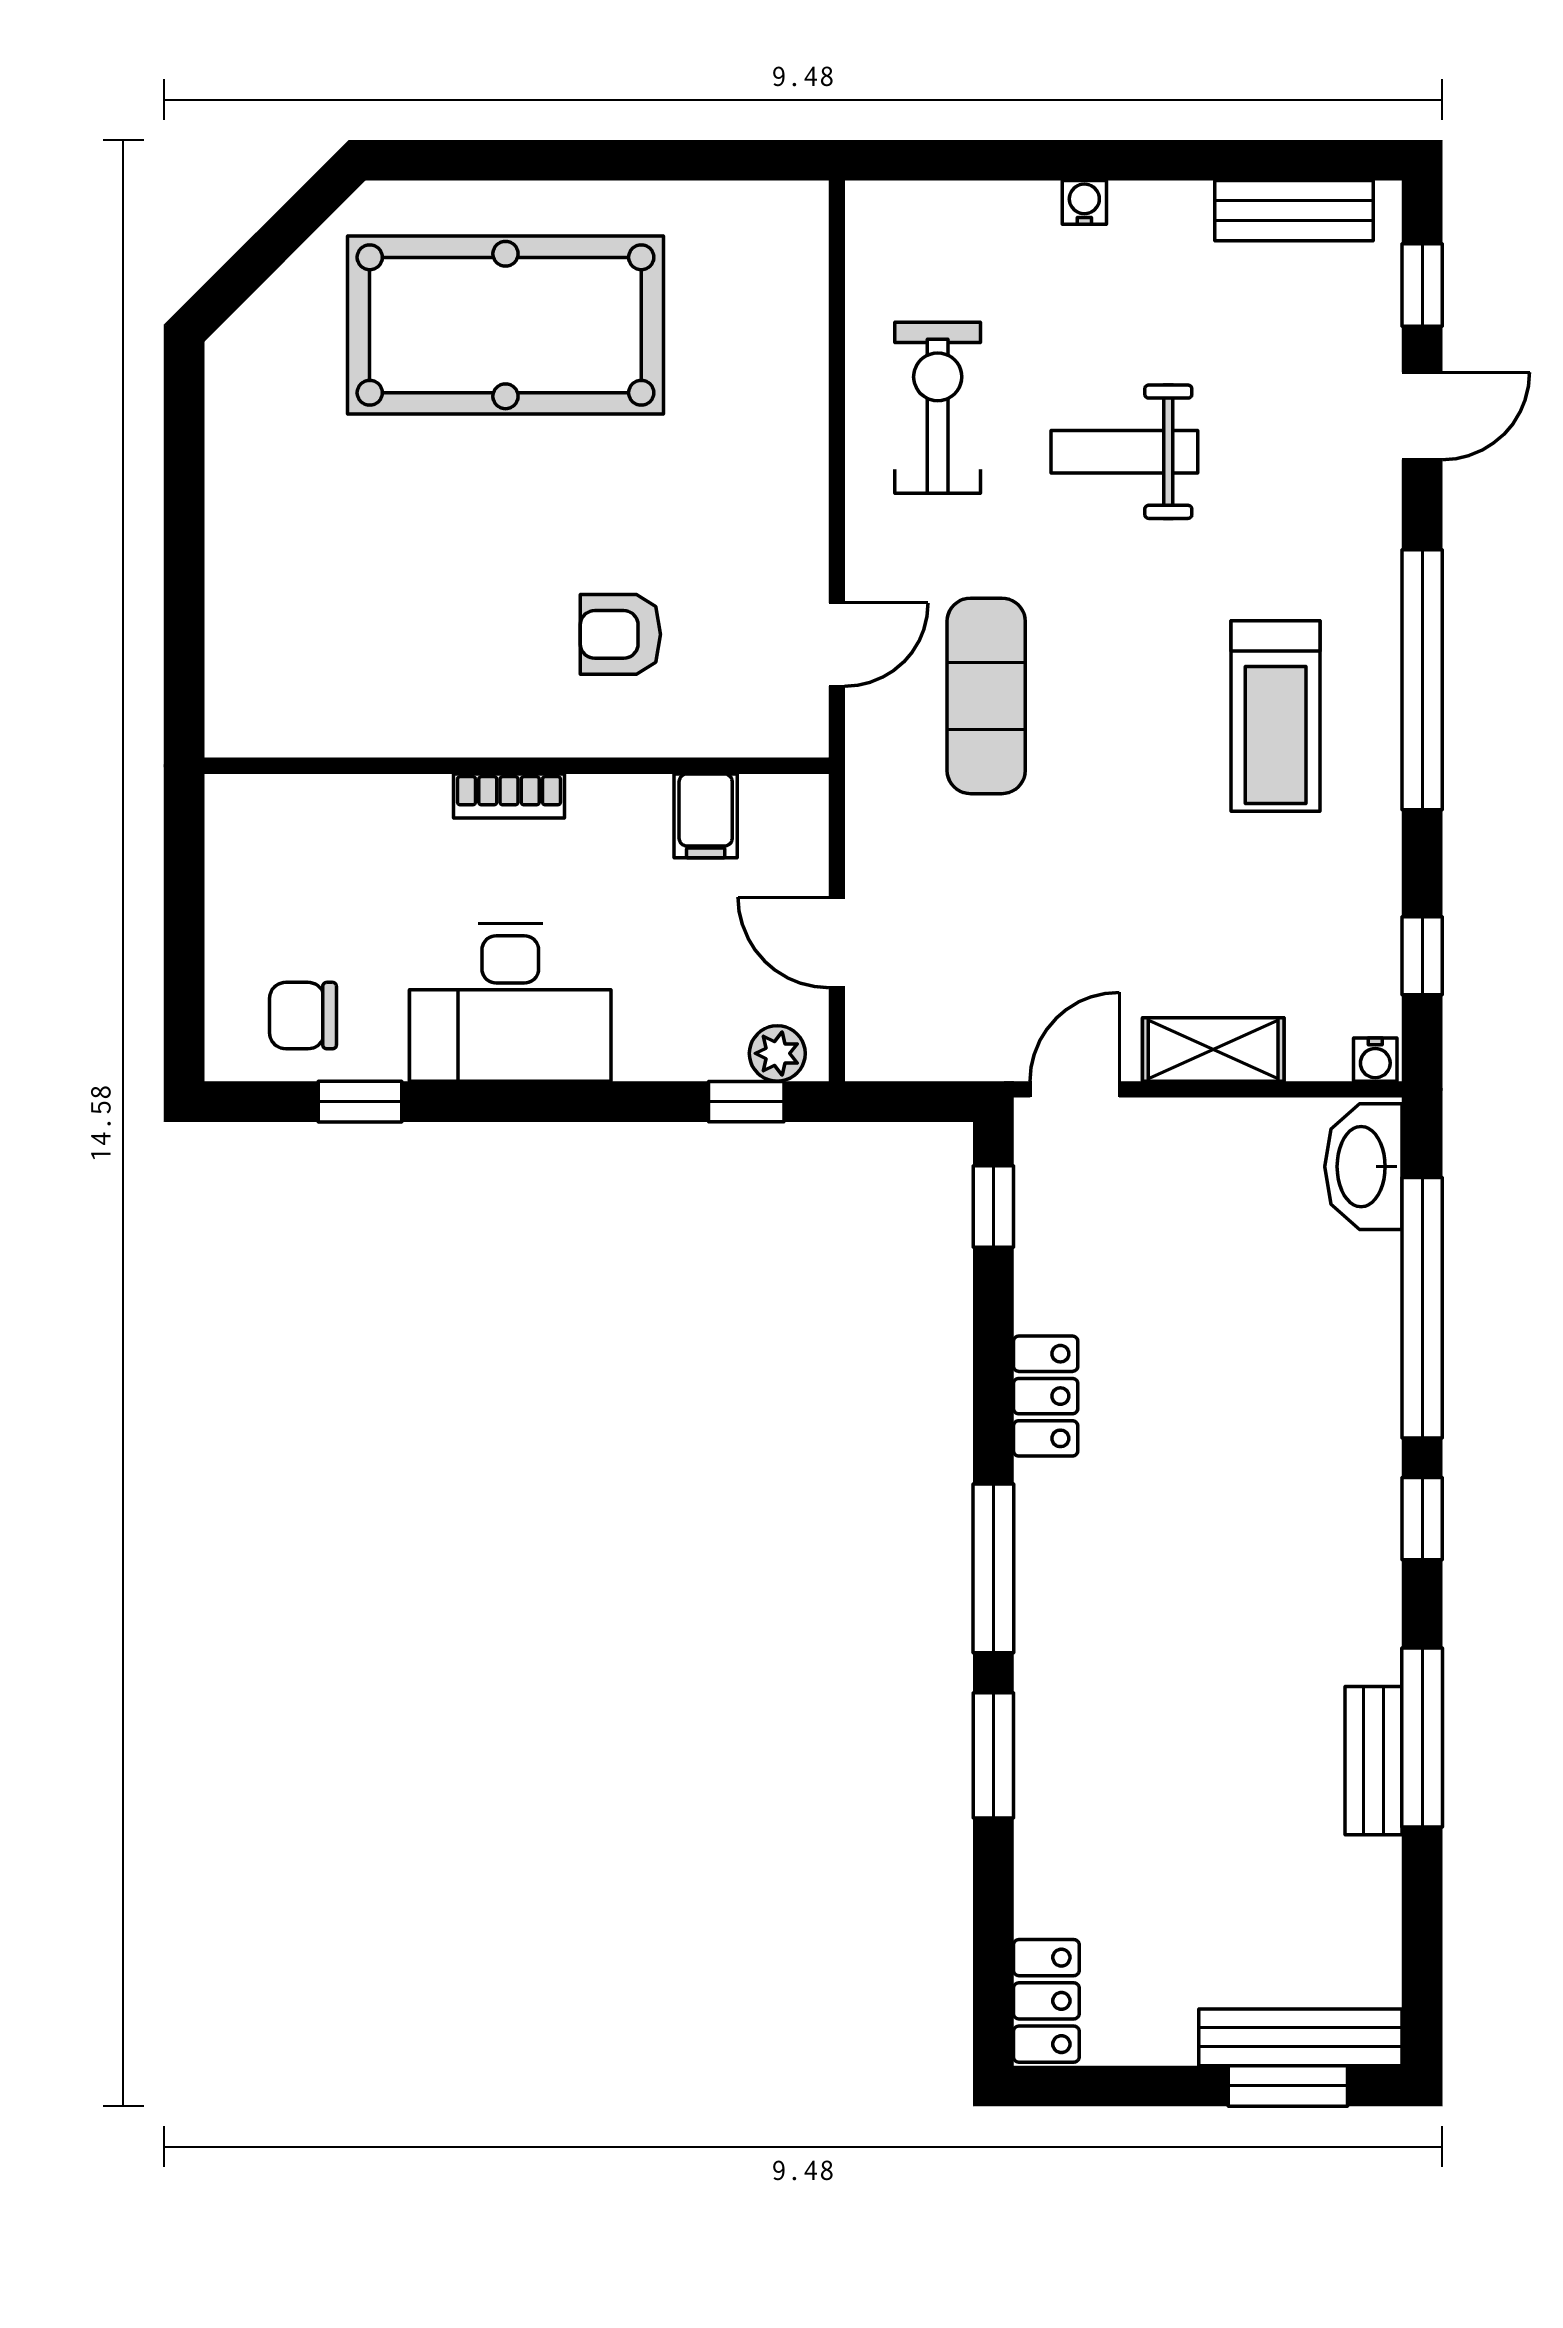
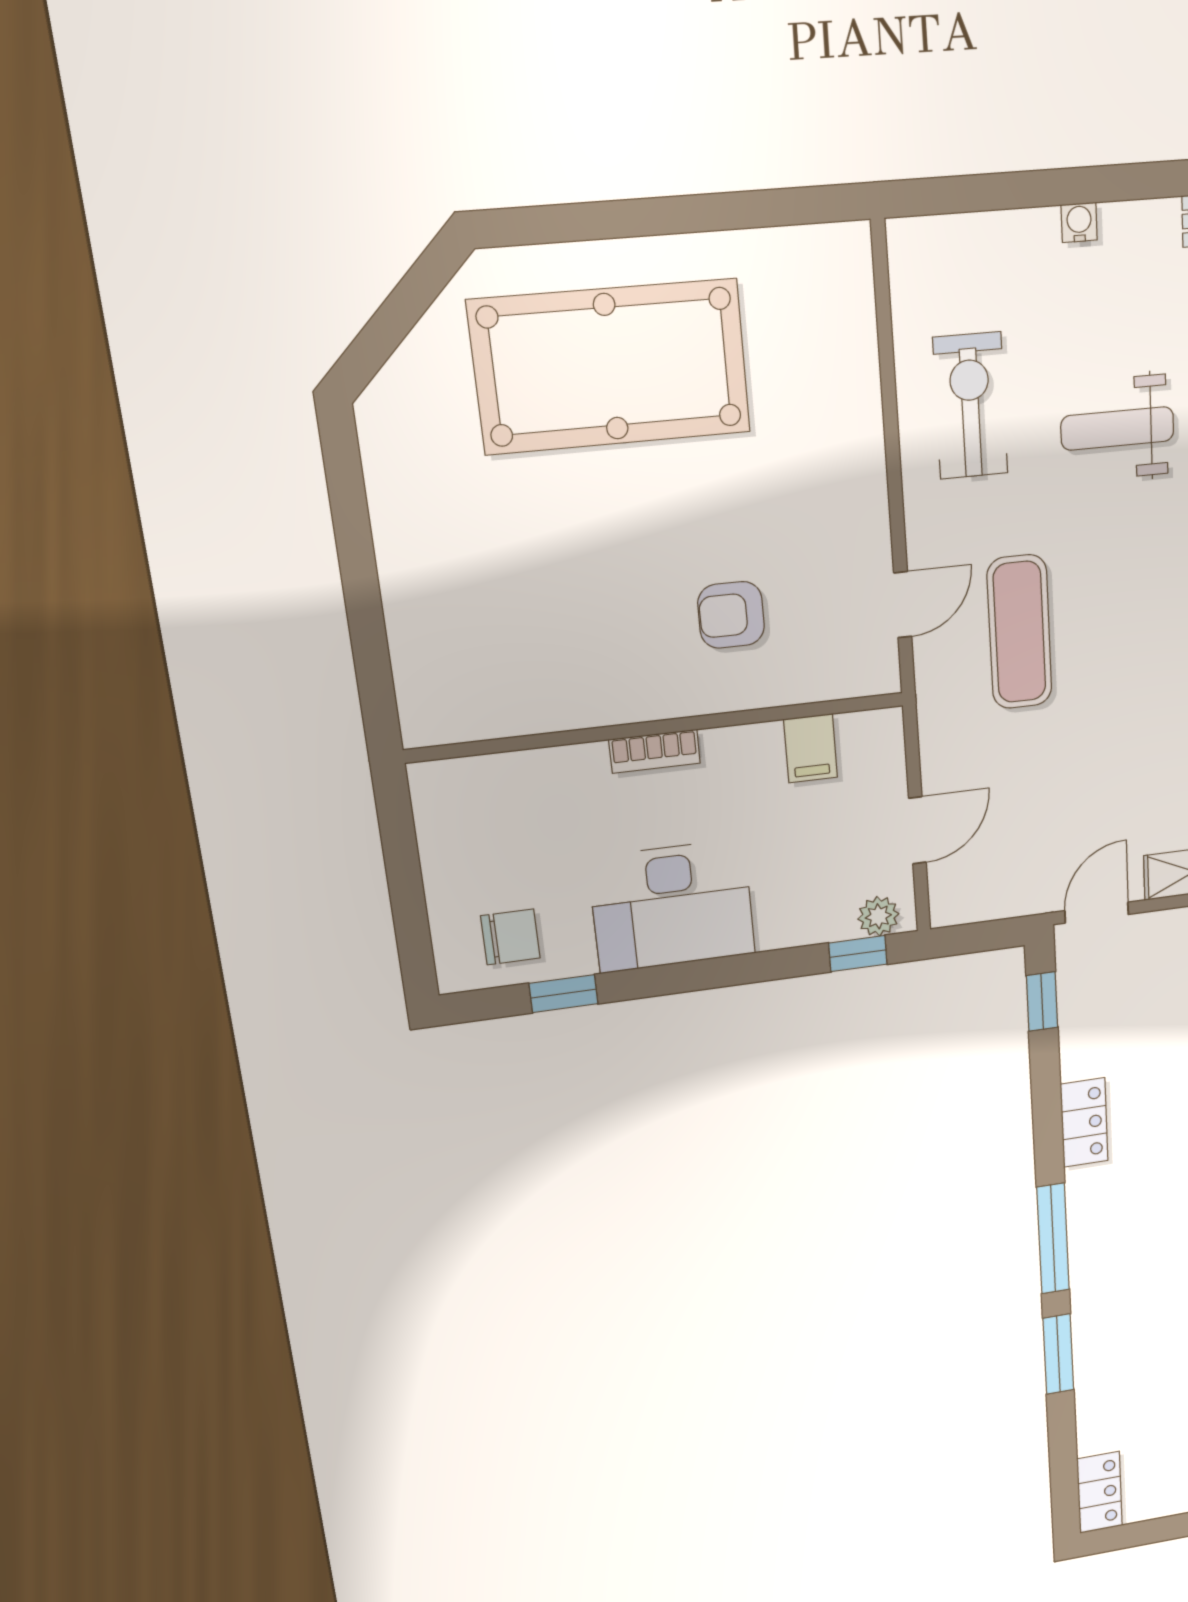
door: (837, 942) -> (917, 830), swing flipped
chair: (303, 1016) -> (510, 937), turned 180

